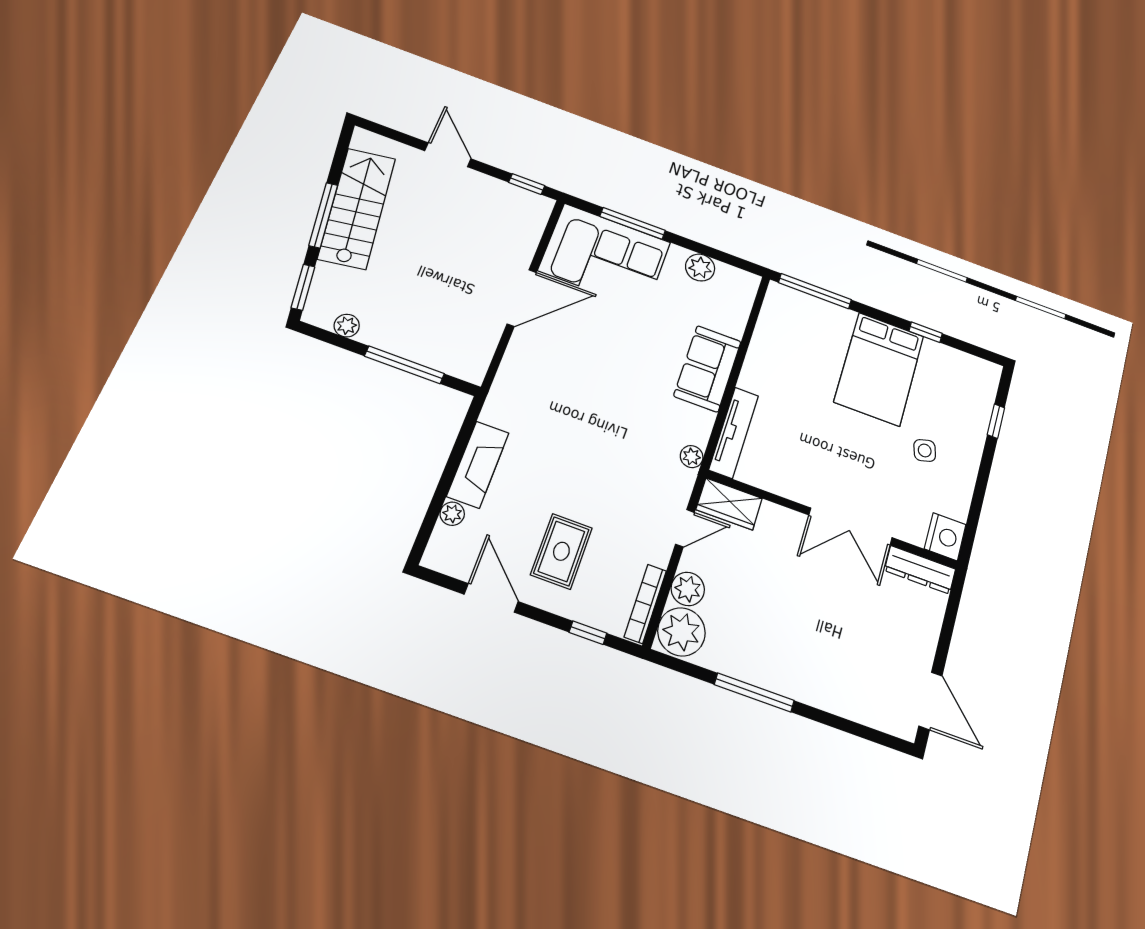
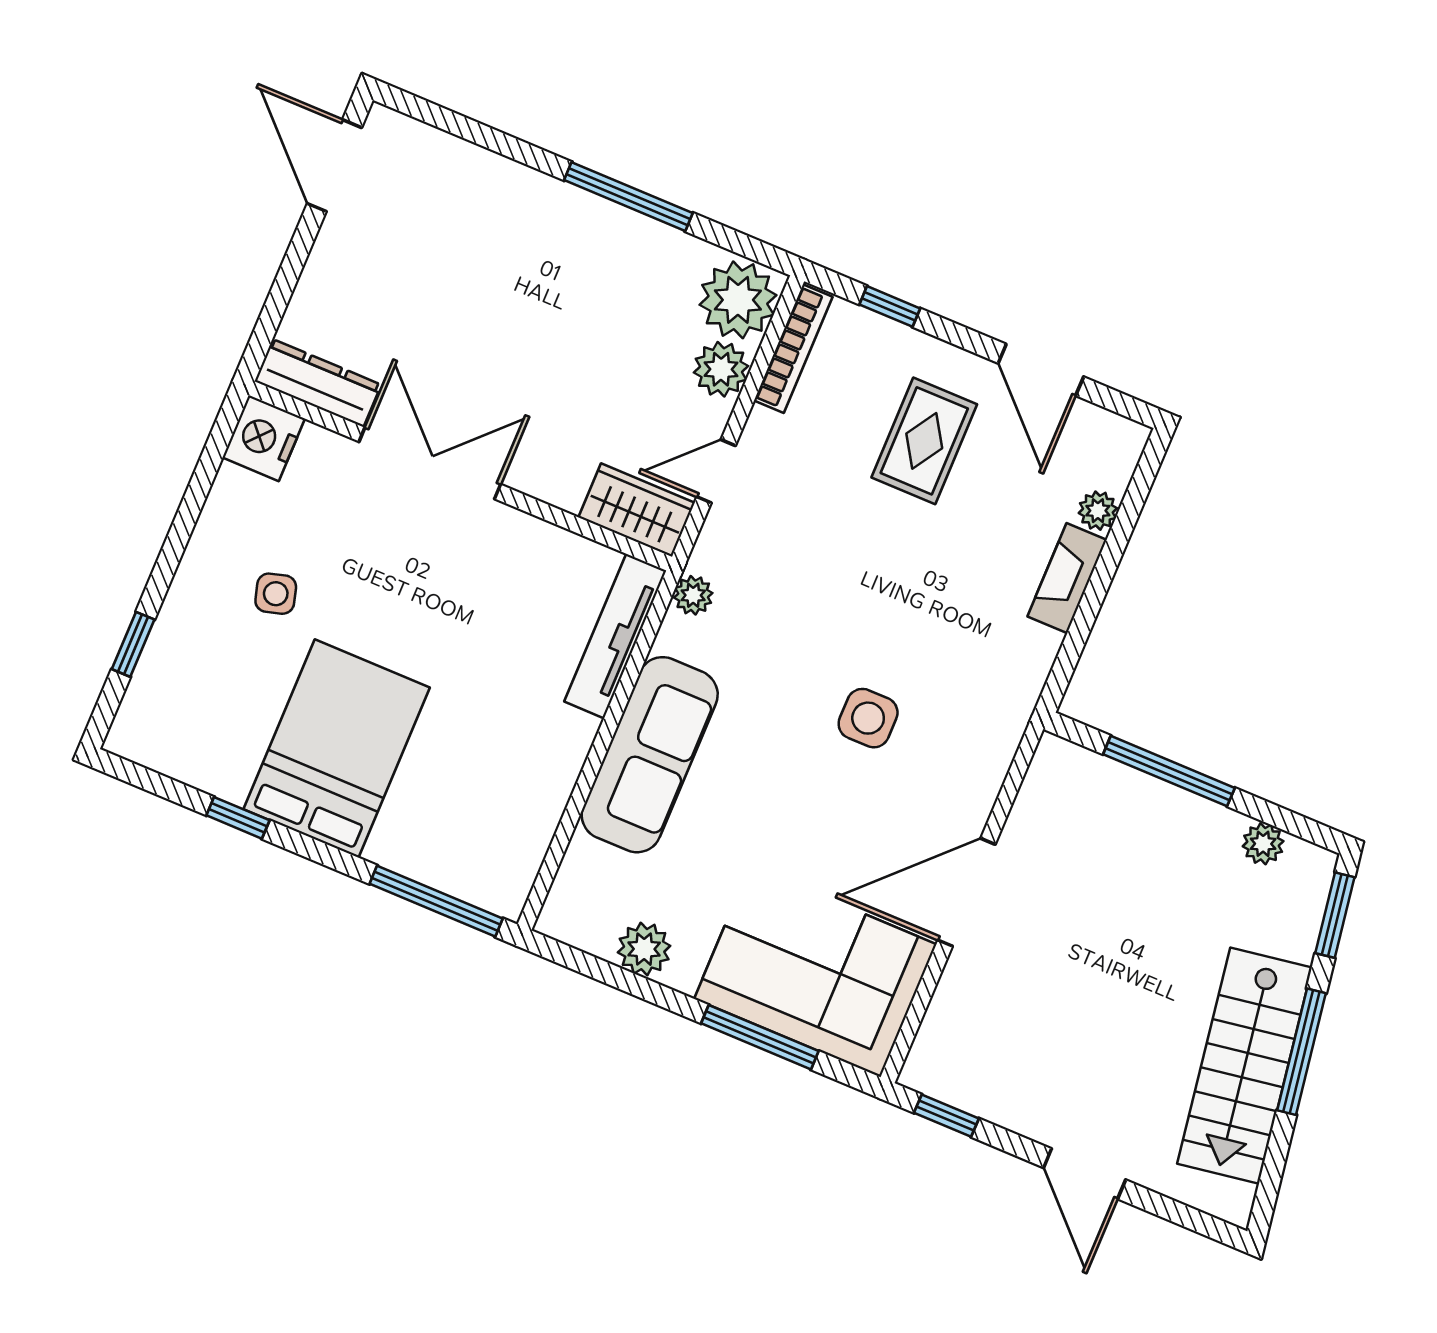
sofa: (708, 369) -> (650, 755), width x1.36
side table: (585, 391) -> (868, 718), added
fireplace: (478, 464) -> (1067, 578), width x0.73, depth x0.76

